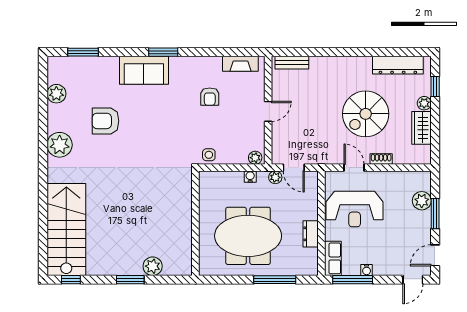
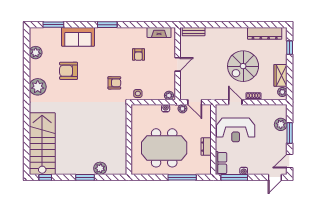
sofa: (144, 70) -> (78, 37), moved
plant: (424, 103) -> (282, 92), moved
armchair: (174, 139) -> (114, 83), added

